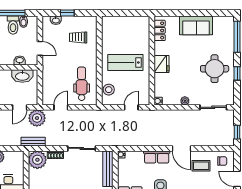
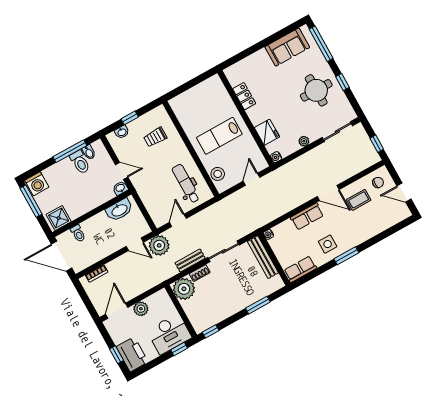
sofa: (196, 25) -> (287, 47), moved
locker: (160, 30) -> (244, 96), moved
washbasin: (20, 60) -> (120, 188), moved
fridge: (162, 64) -> (267, 132), moved
door: (20, 107) -> (135, 244), hinge flipped
bench: (33, 142) -> (190, 260), moved

